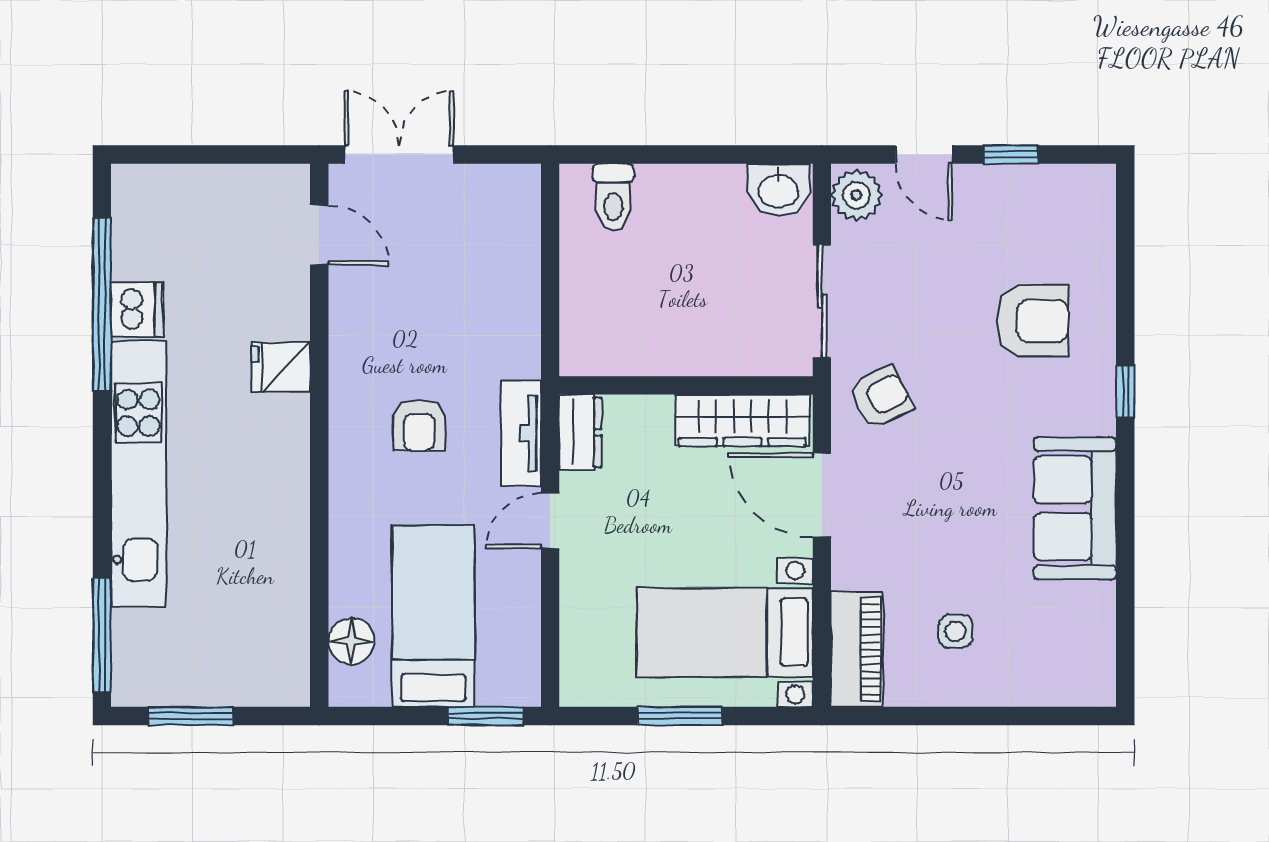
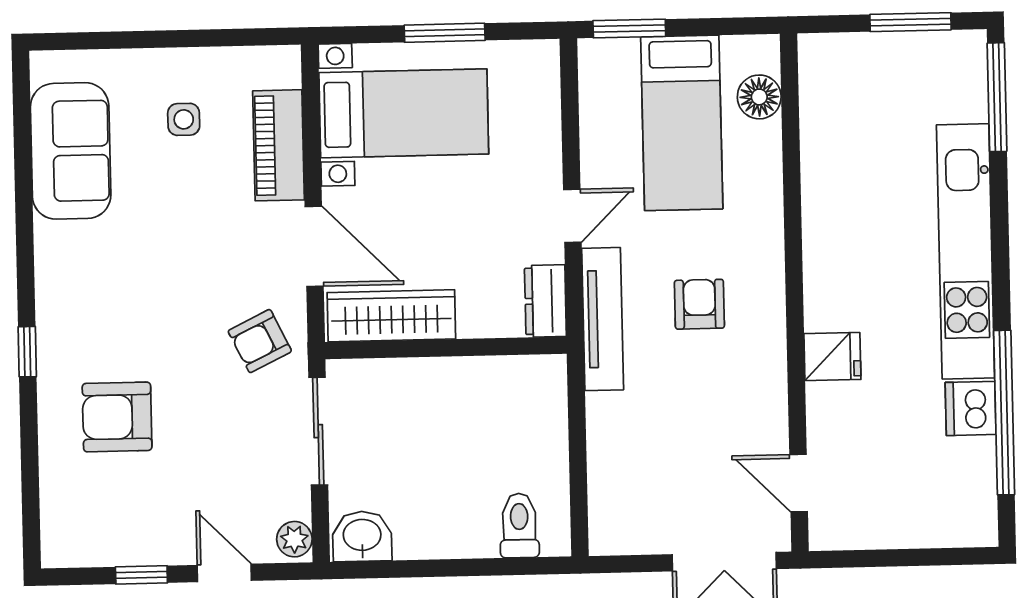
plant: (856, 195) -> (294, 539), width x0.73, depth x0.73
tv unit: (521, 434) -> (603, 319), width x1.41
sofa: (1075, 508) -> (71, 151), moved
piano: (857, 649) -> (279, 145), moved

